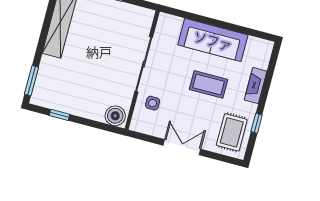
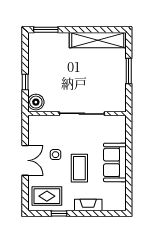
sofa: (213, 40) -> (115, 162), width x0.73
side table: (153, 103) -> (56, 155), moved
window: (59, 115) -> (25, 82), moved

